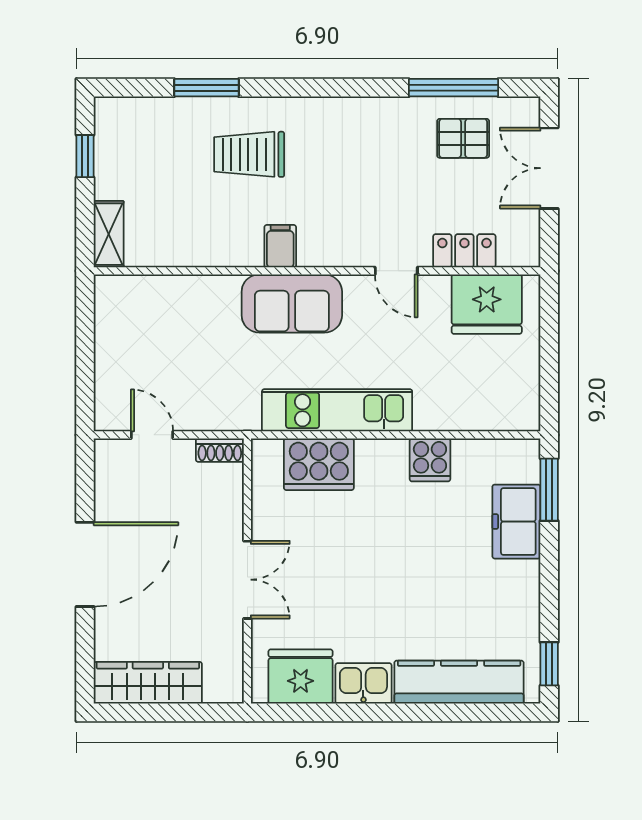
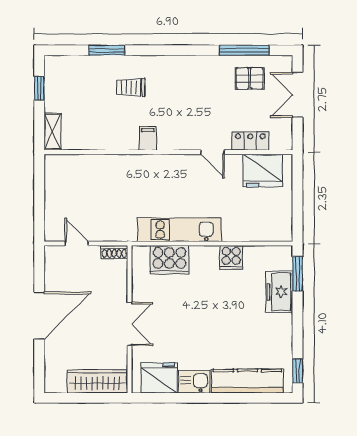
trolley: (249, 154) -> (131, 87), width x0.73, depth x0.72
sofa: (292, 303) -> (154, 170), removed
wardrobe: (148, 683) -> (97, 381), moved

